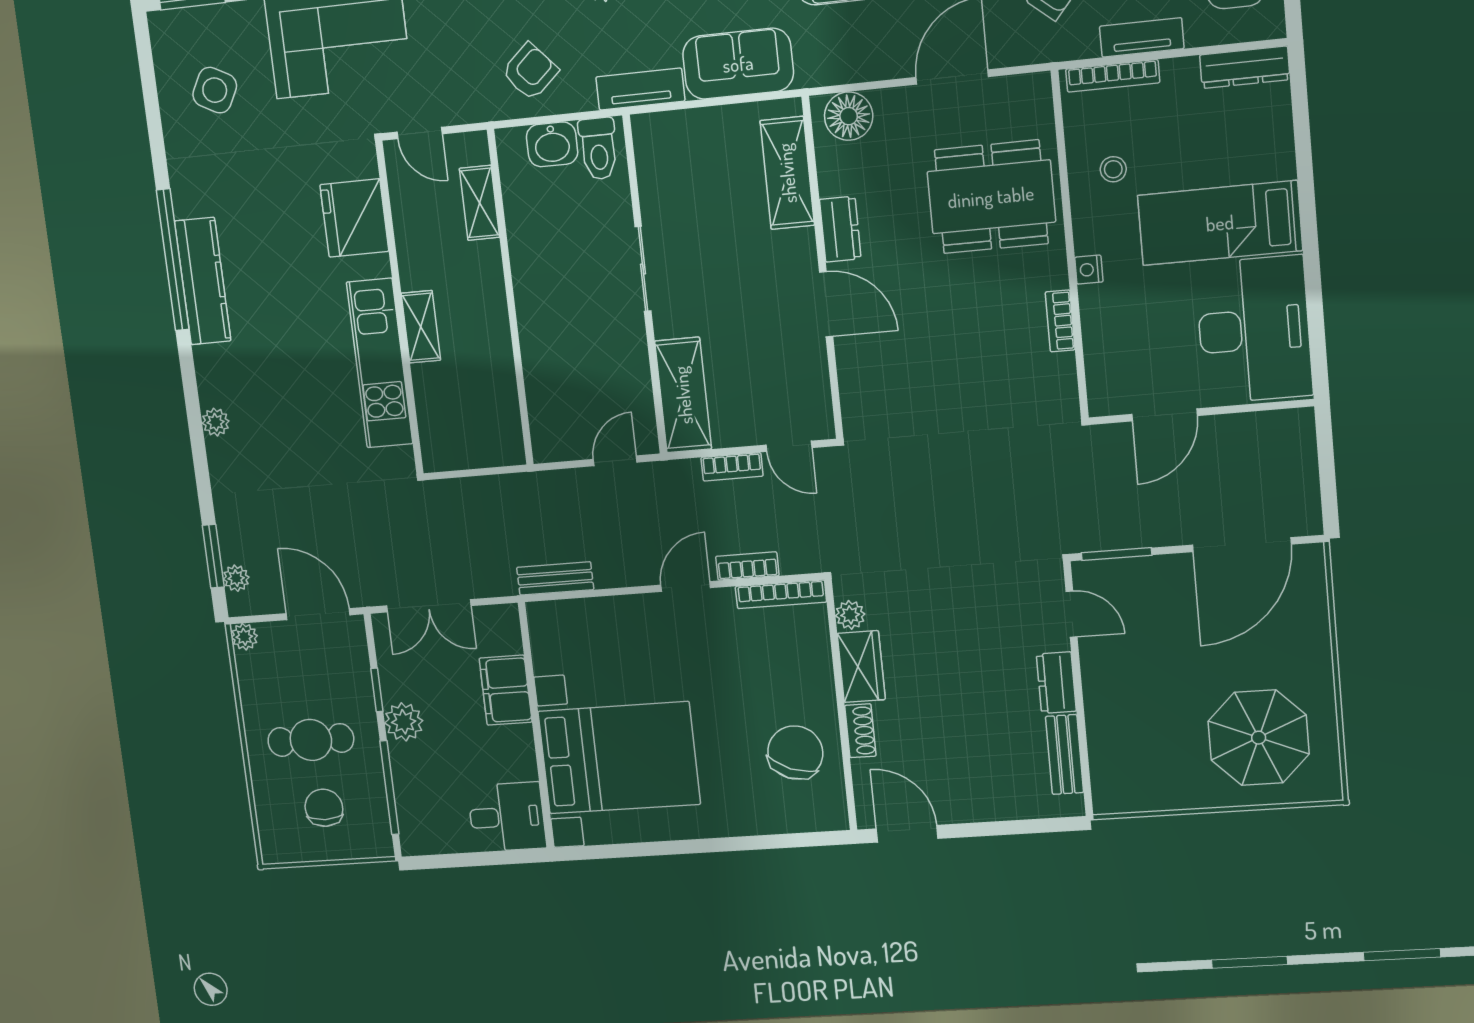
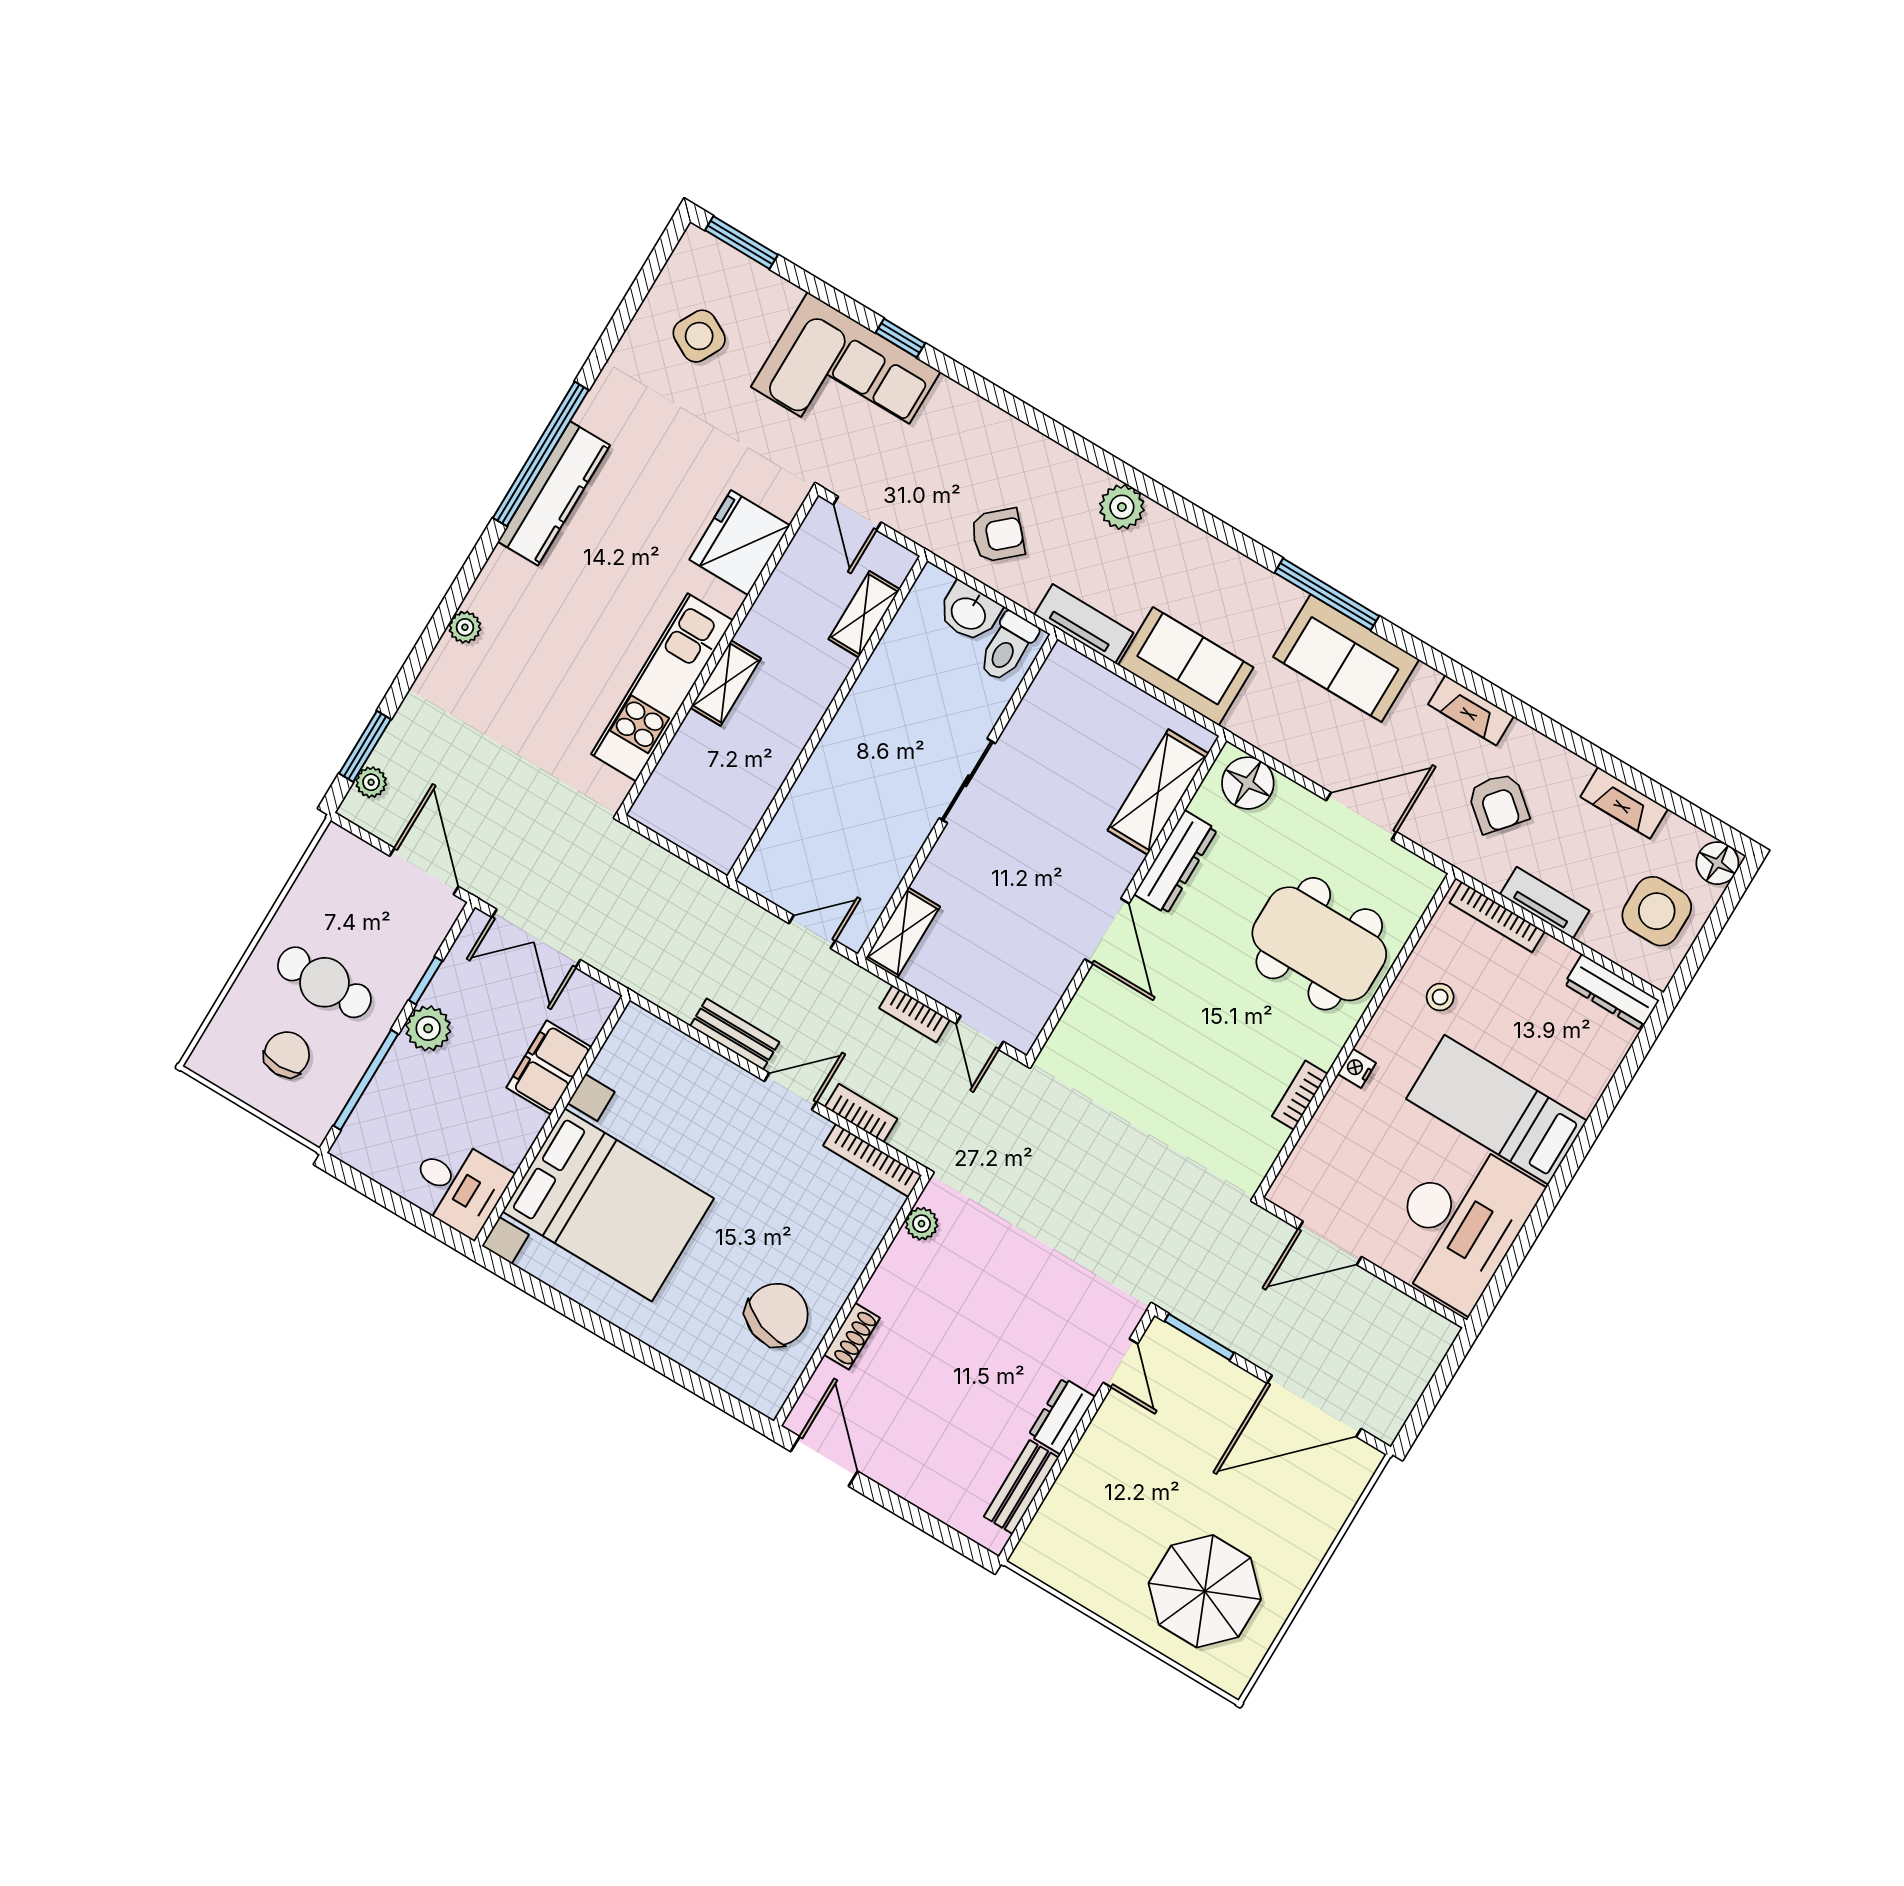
dresser: (840, 229) -> (1176, 862), width x1.44
shelving: (683, 395) -> (903, 933), width x0.67, depth x0.75
bench: (555, 578) -> (735, 1034), moved
plant: (244, 637) -> (336, 841), removed
wardrobe: (861, 666) -> (897, 1278), removed

